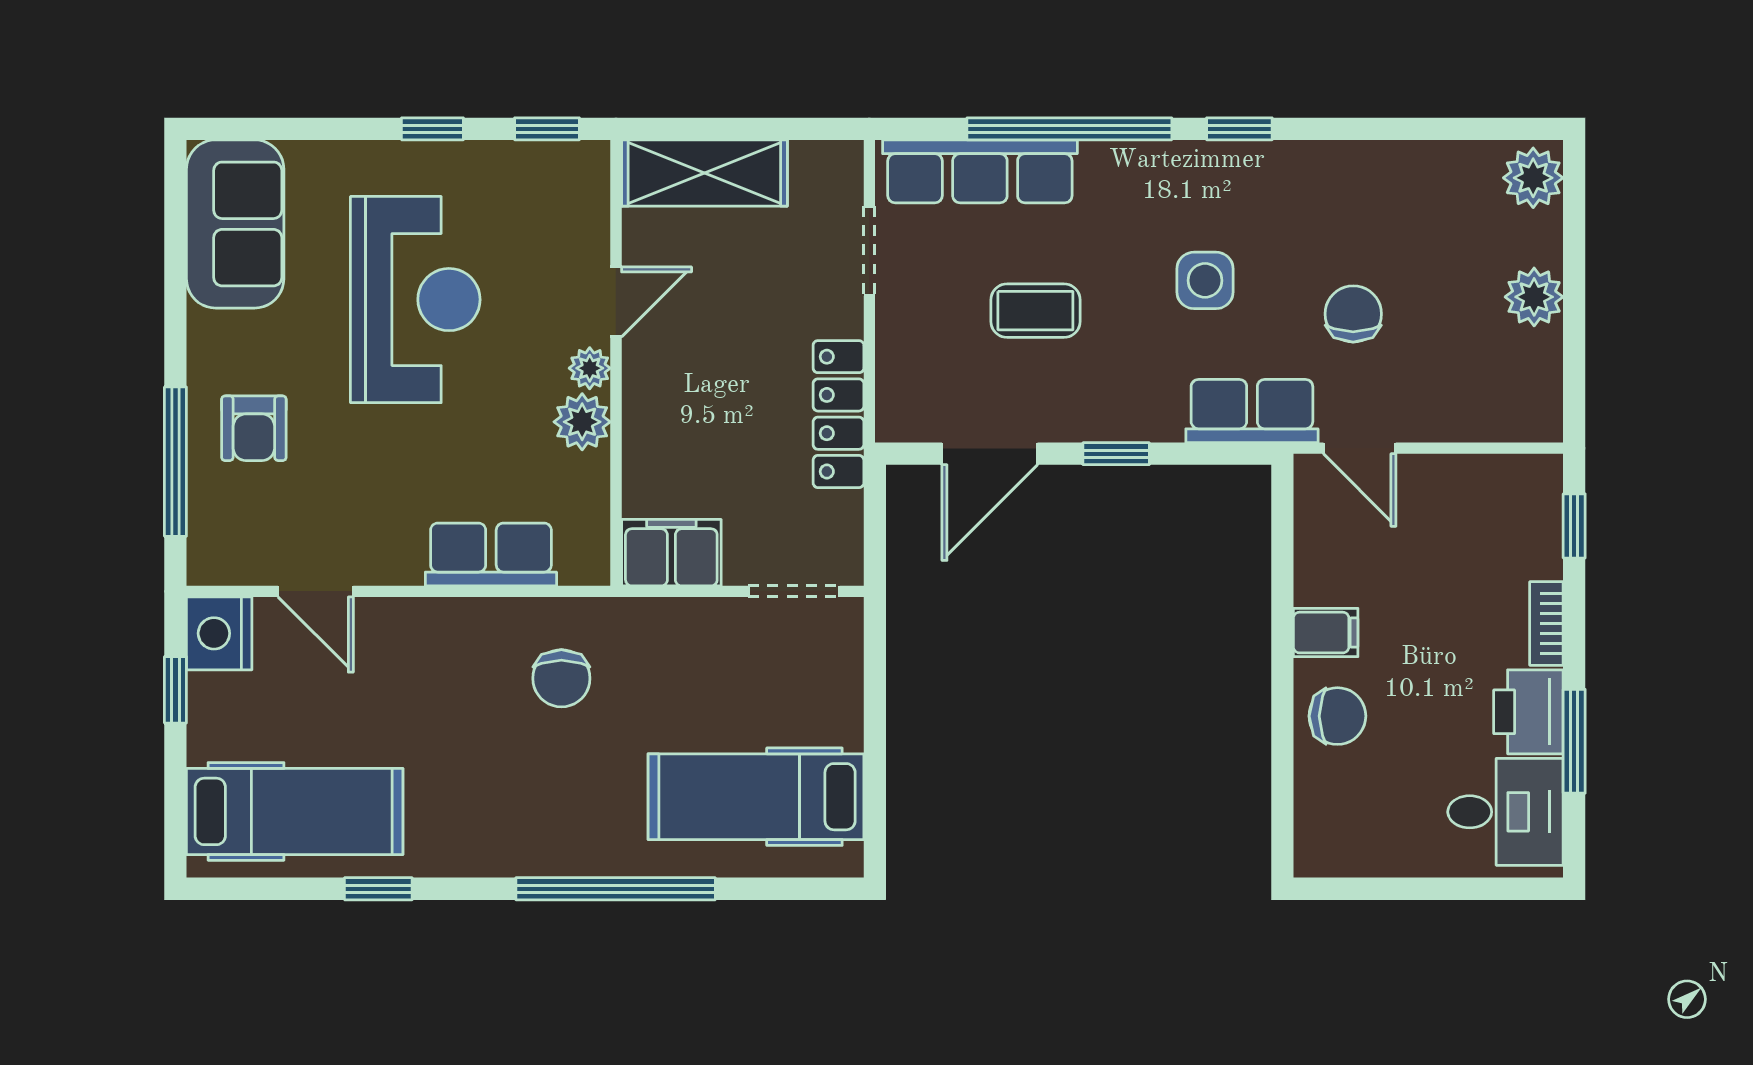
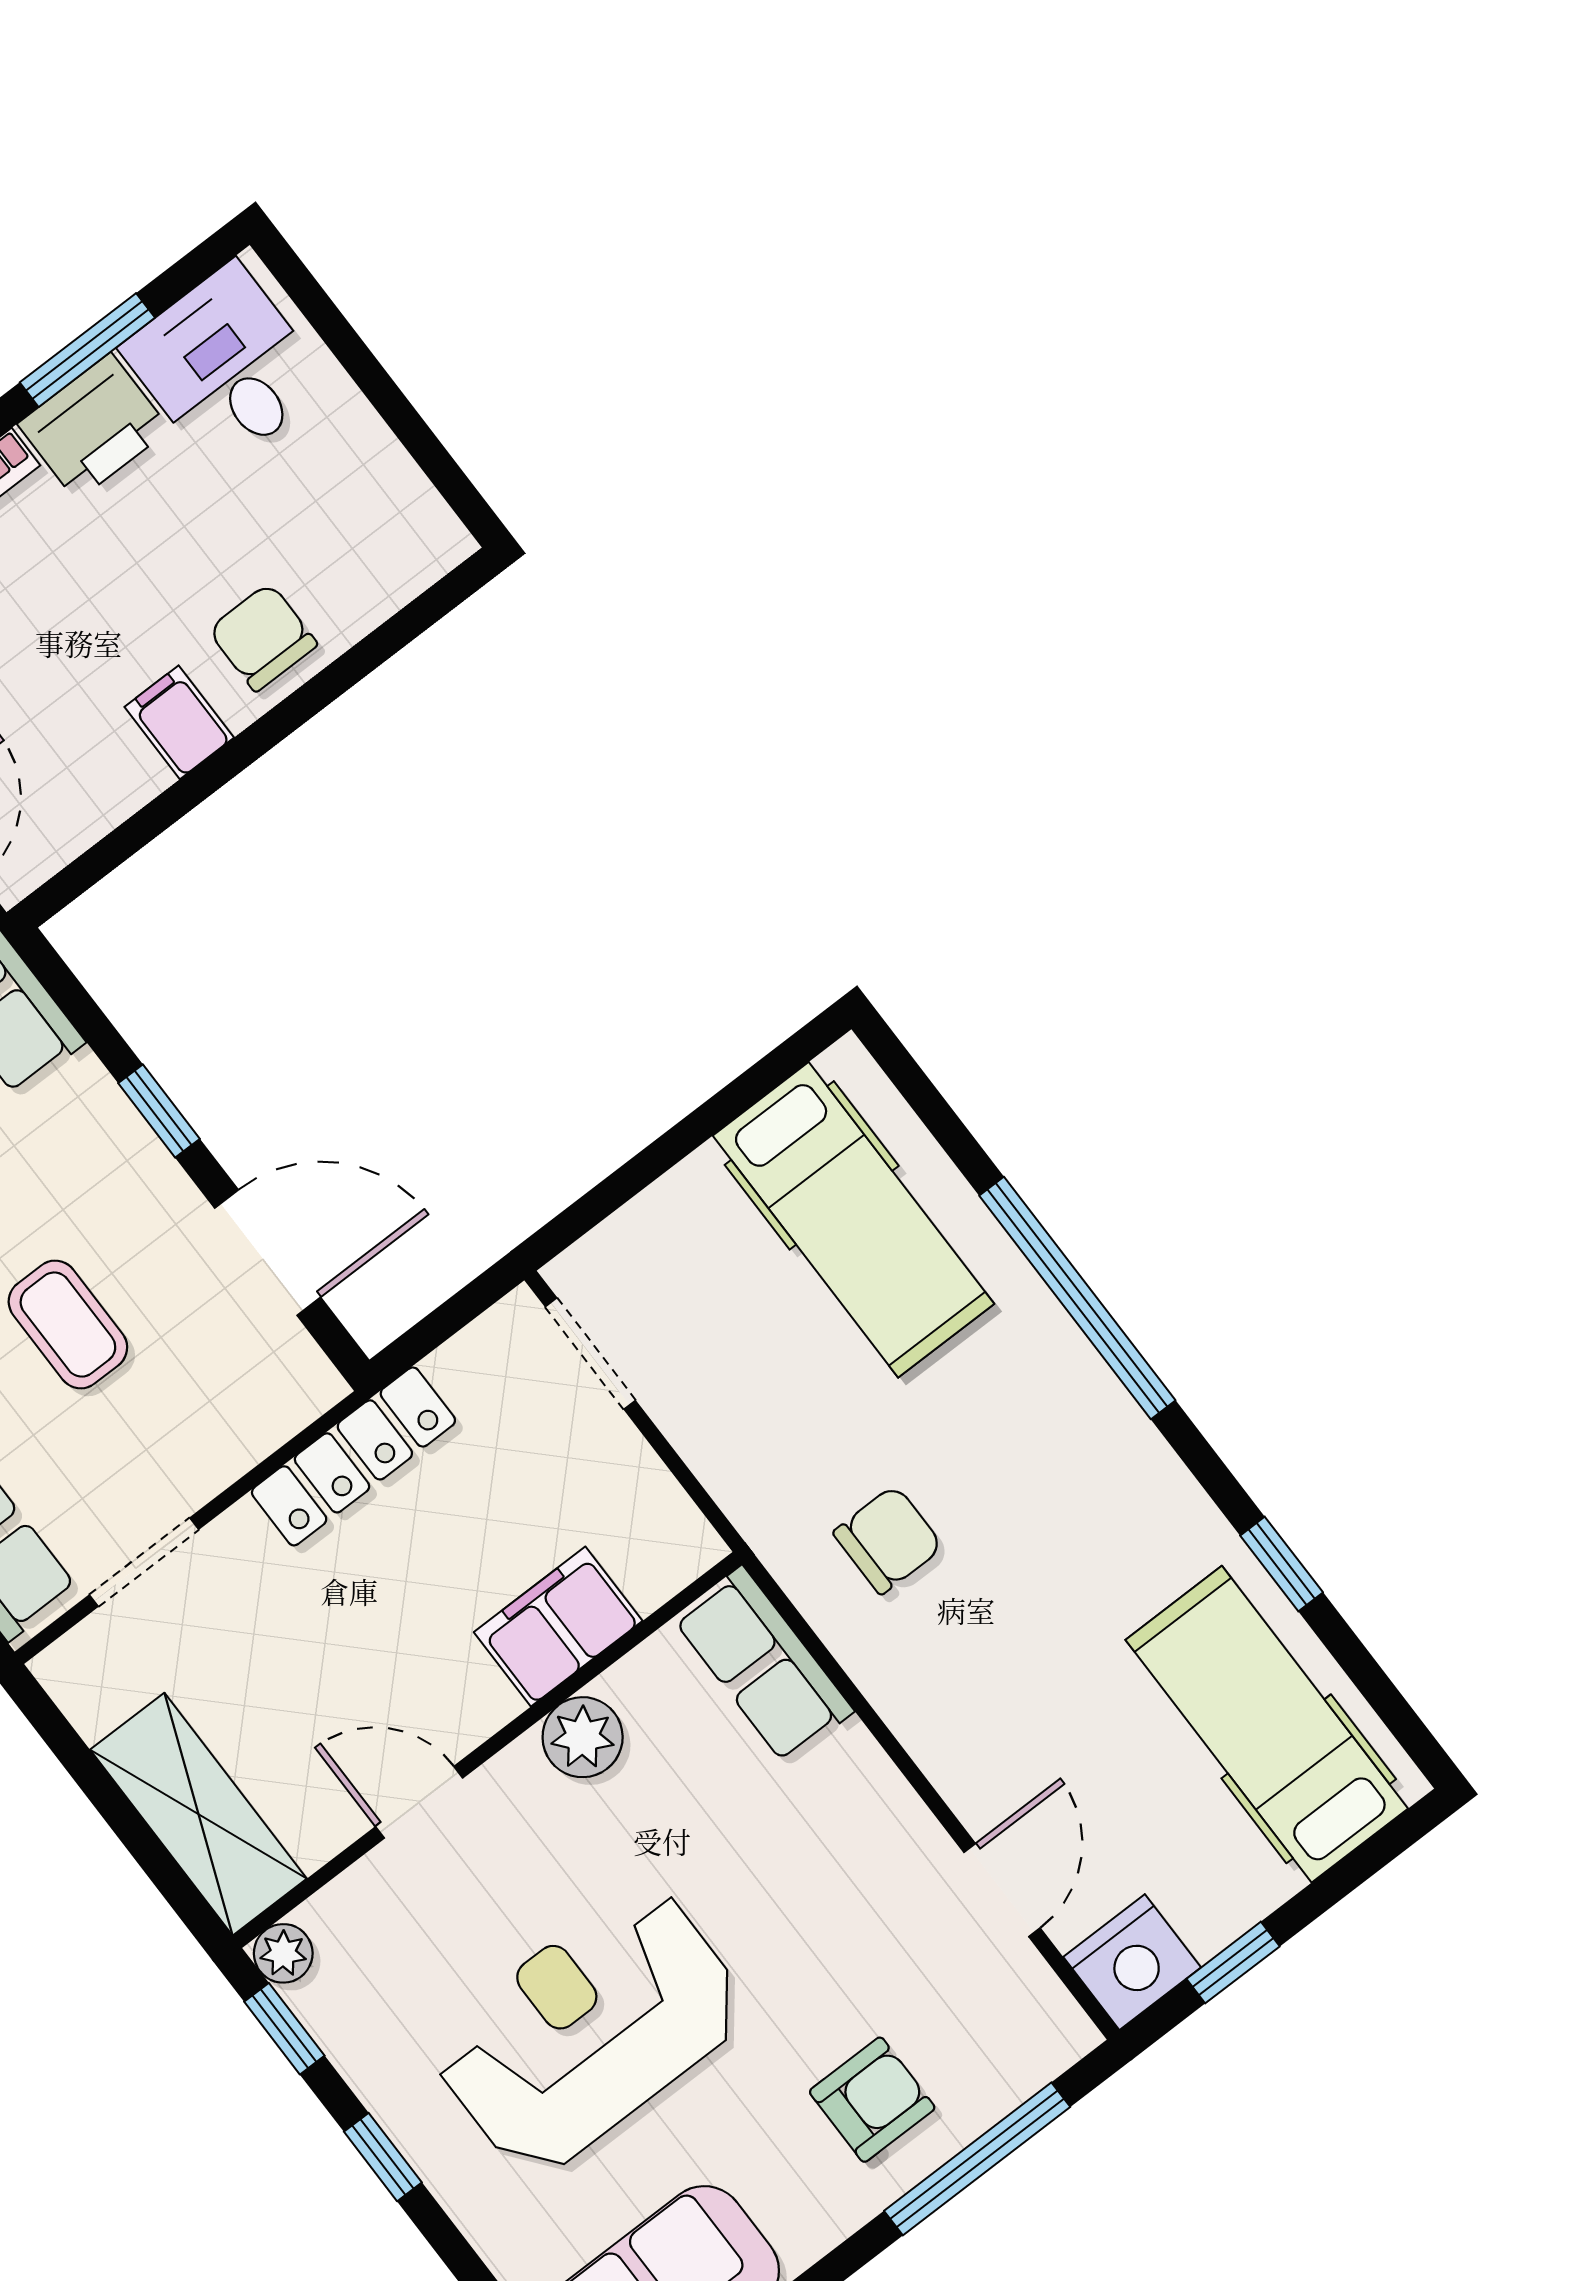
plant: (590, 368) -> (283, 1953), moved
filing cabinet: (671, 553) -> (558, 1627), moved, turned 90
row of seats: (491, 554) -> (763, 1665), moved

